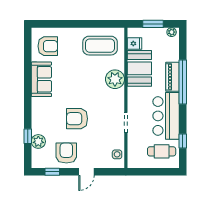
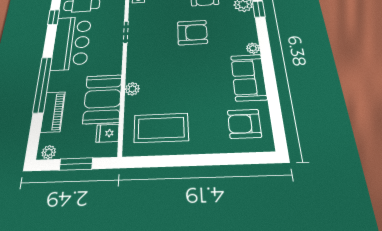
piano: (173, 77) -> (53, 112), moved
plant: (115, 79) -> (132, 89), width x0.53, depth x0.53
plant: (36, 102) -> (253, 48), added

